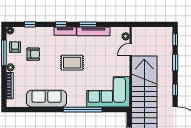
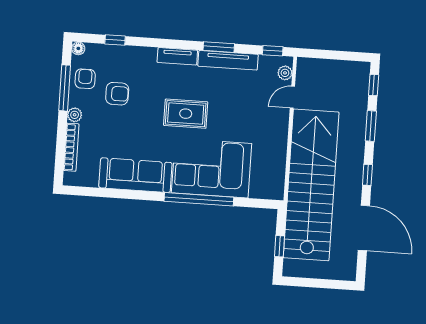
window: (61, 24) -> (273, 51), moved
corner sofa: (108, 92) -> (212, 168), moved

